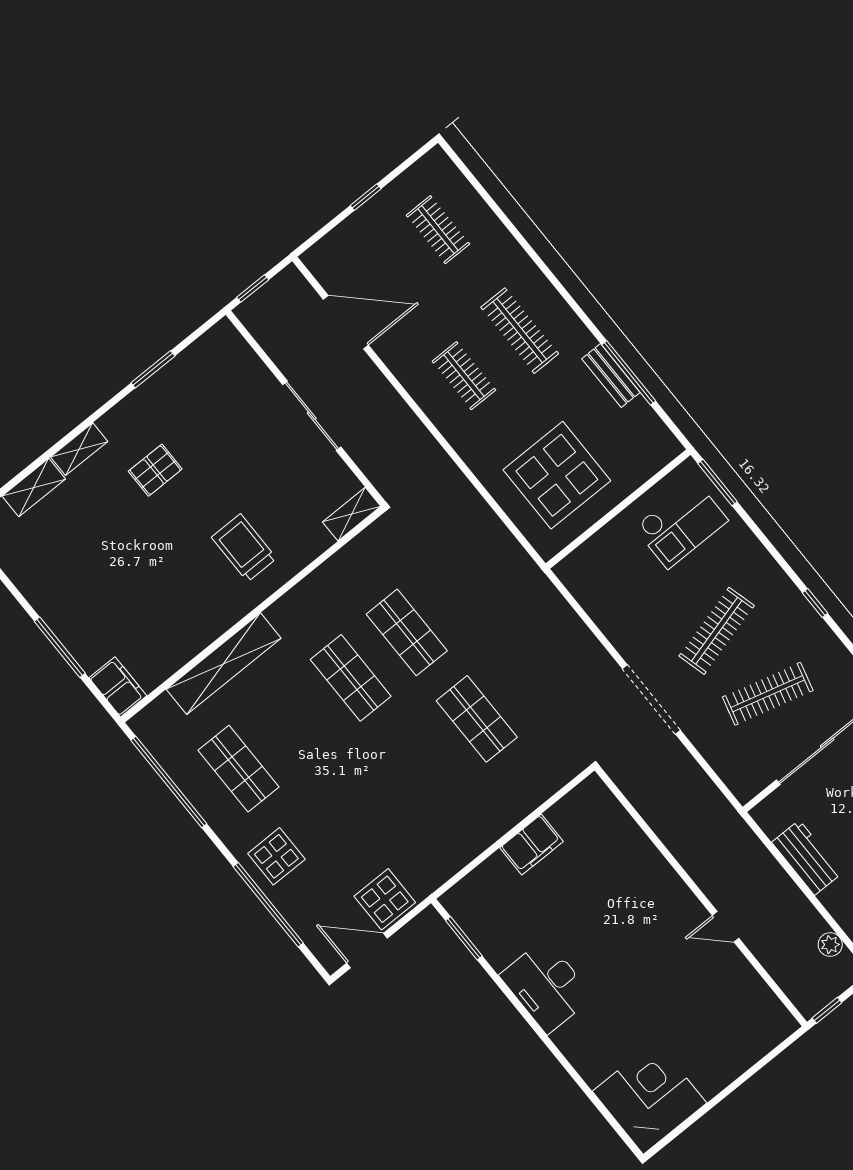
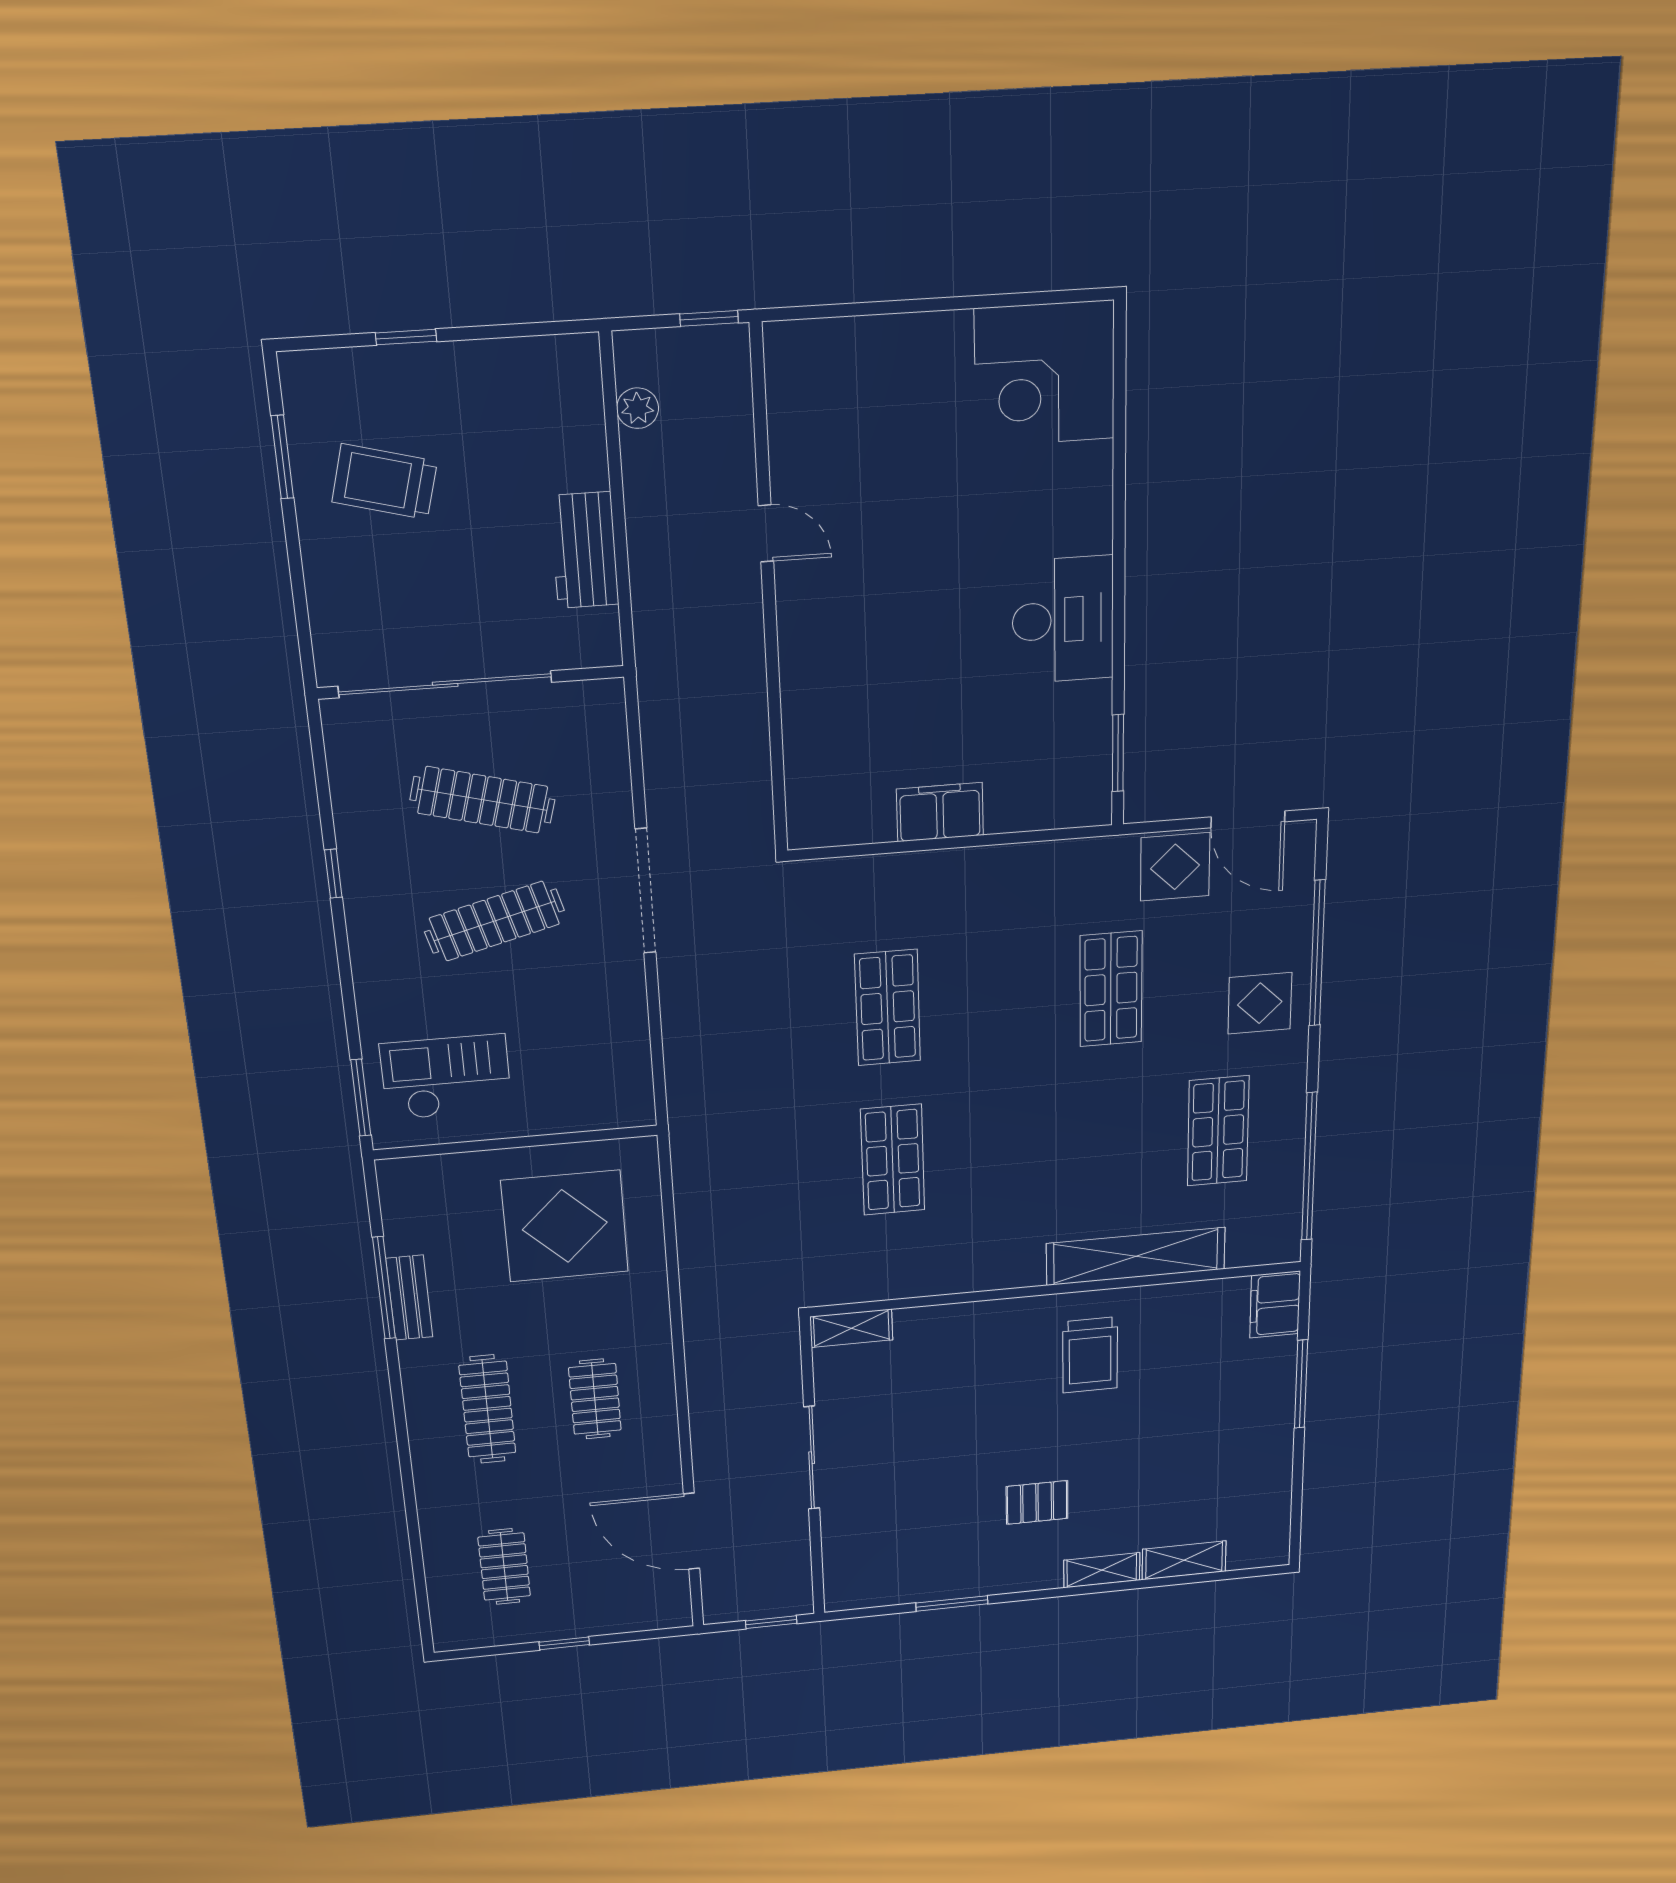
trolley: (244, 548) -> (1090, 1355), moved
shop shelf: (351, 678) -> (1111, 989), moved

